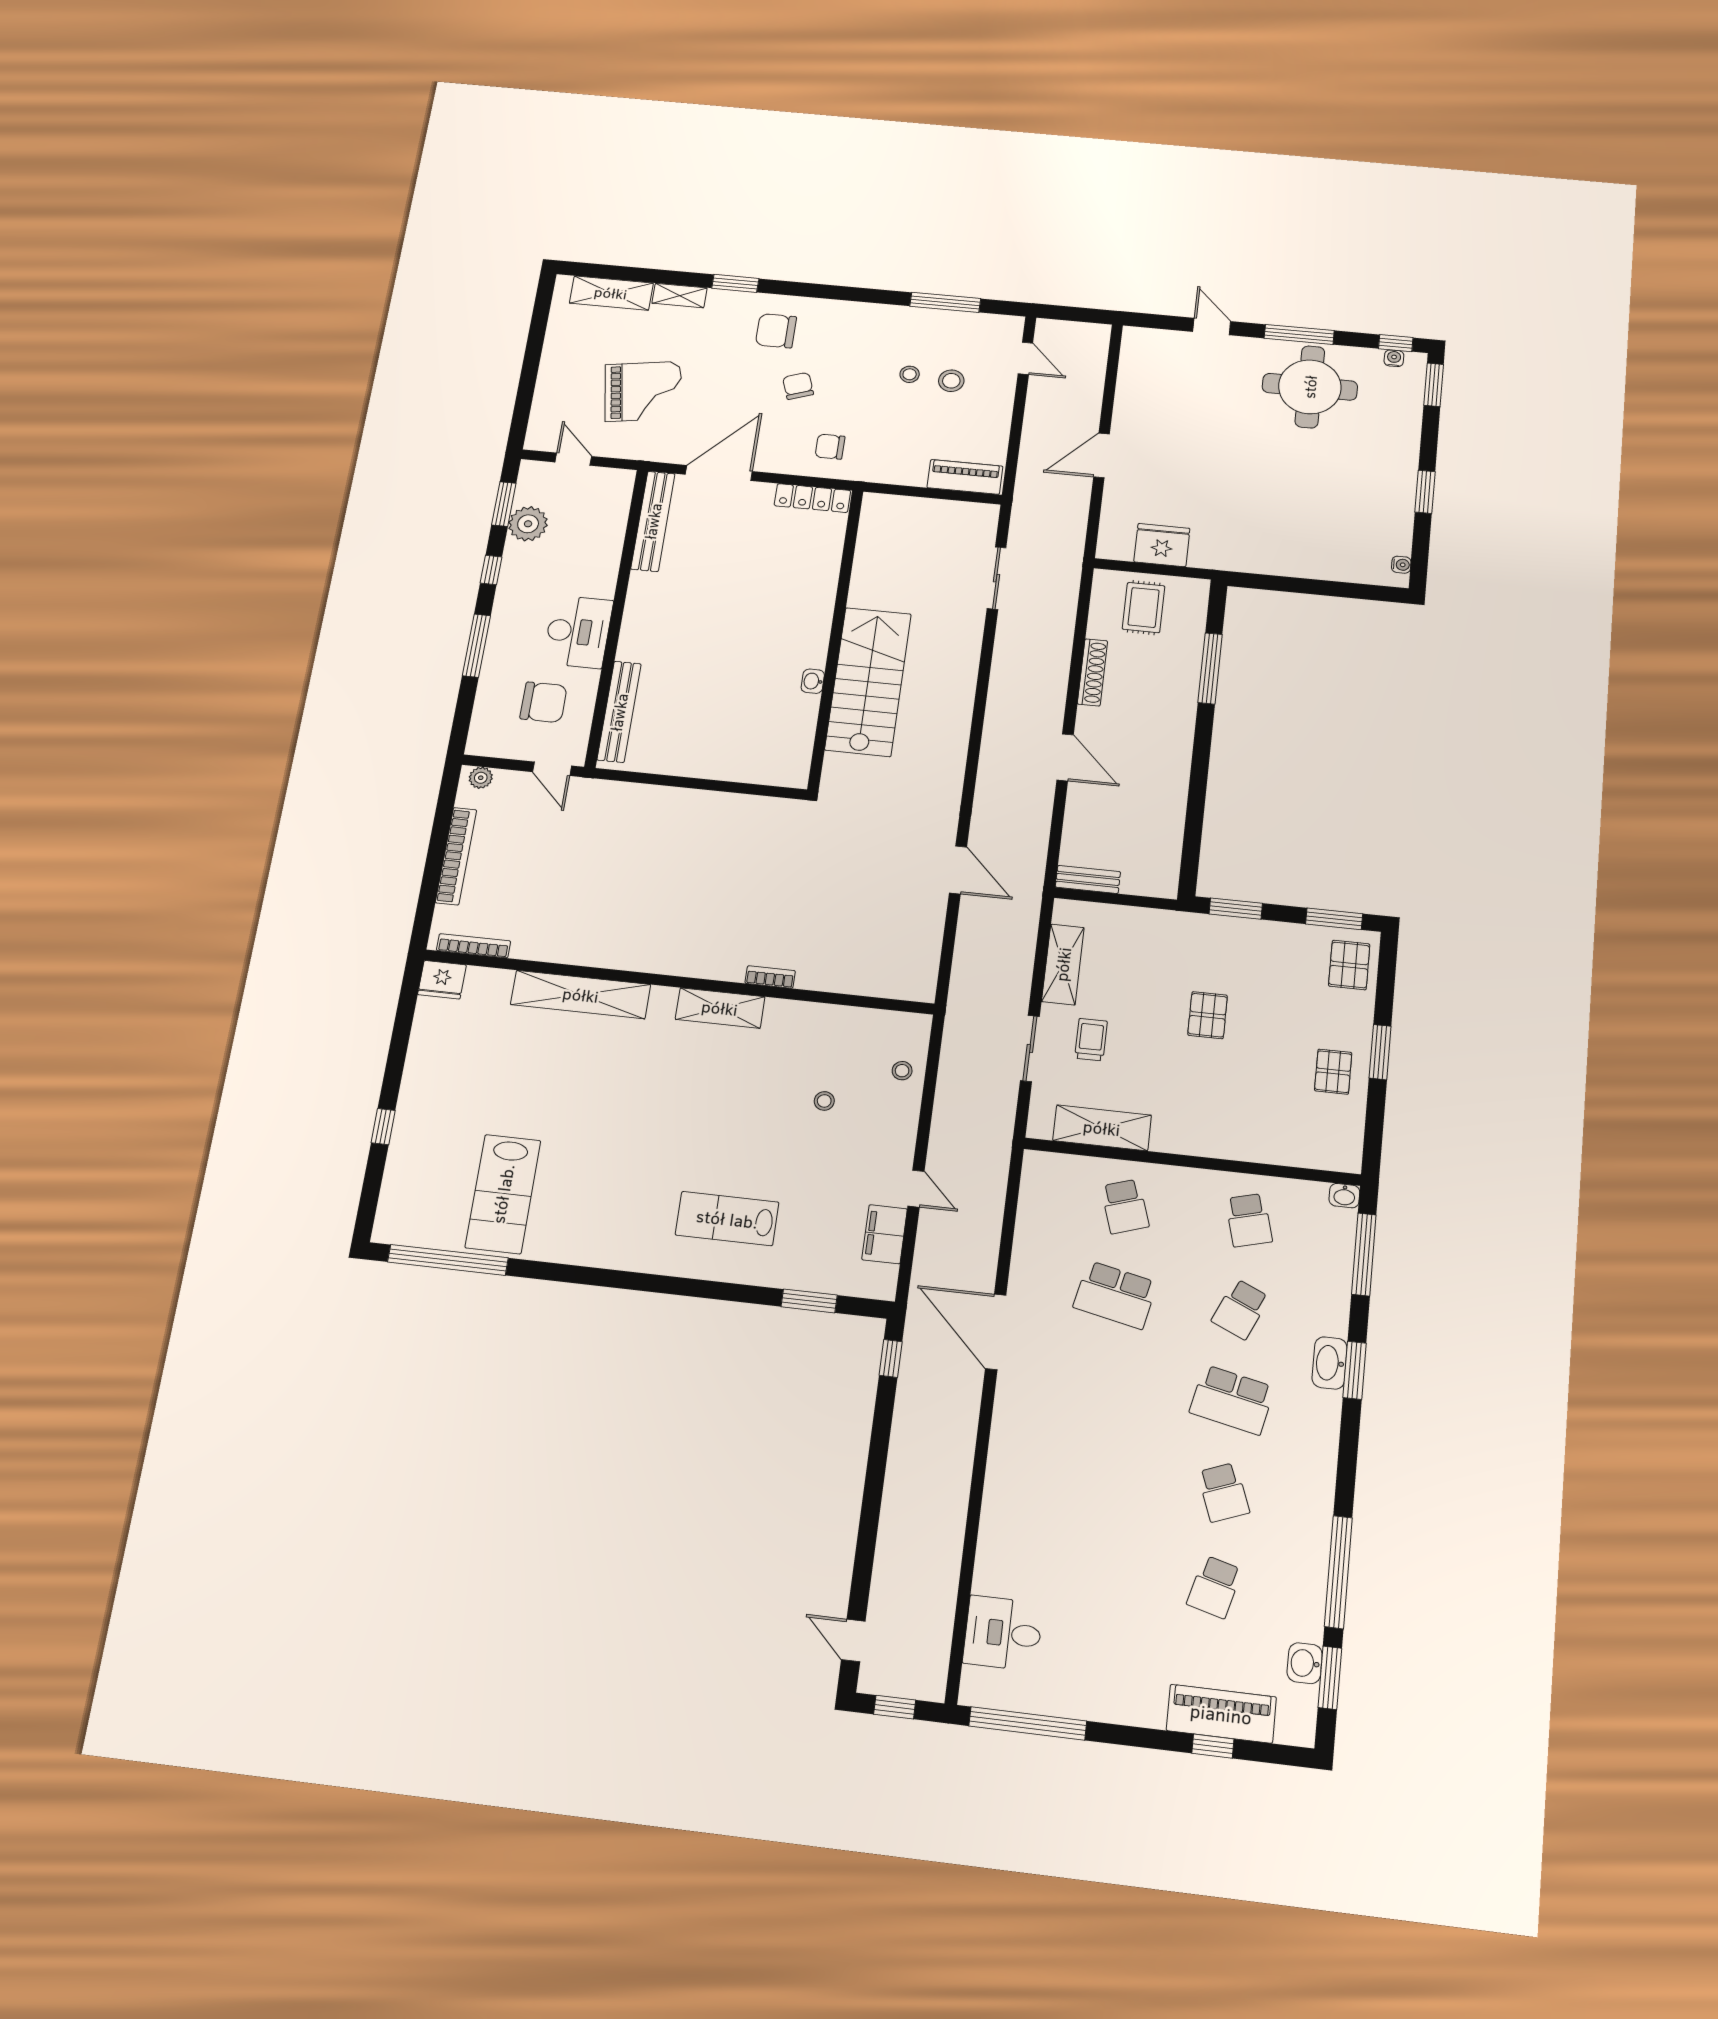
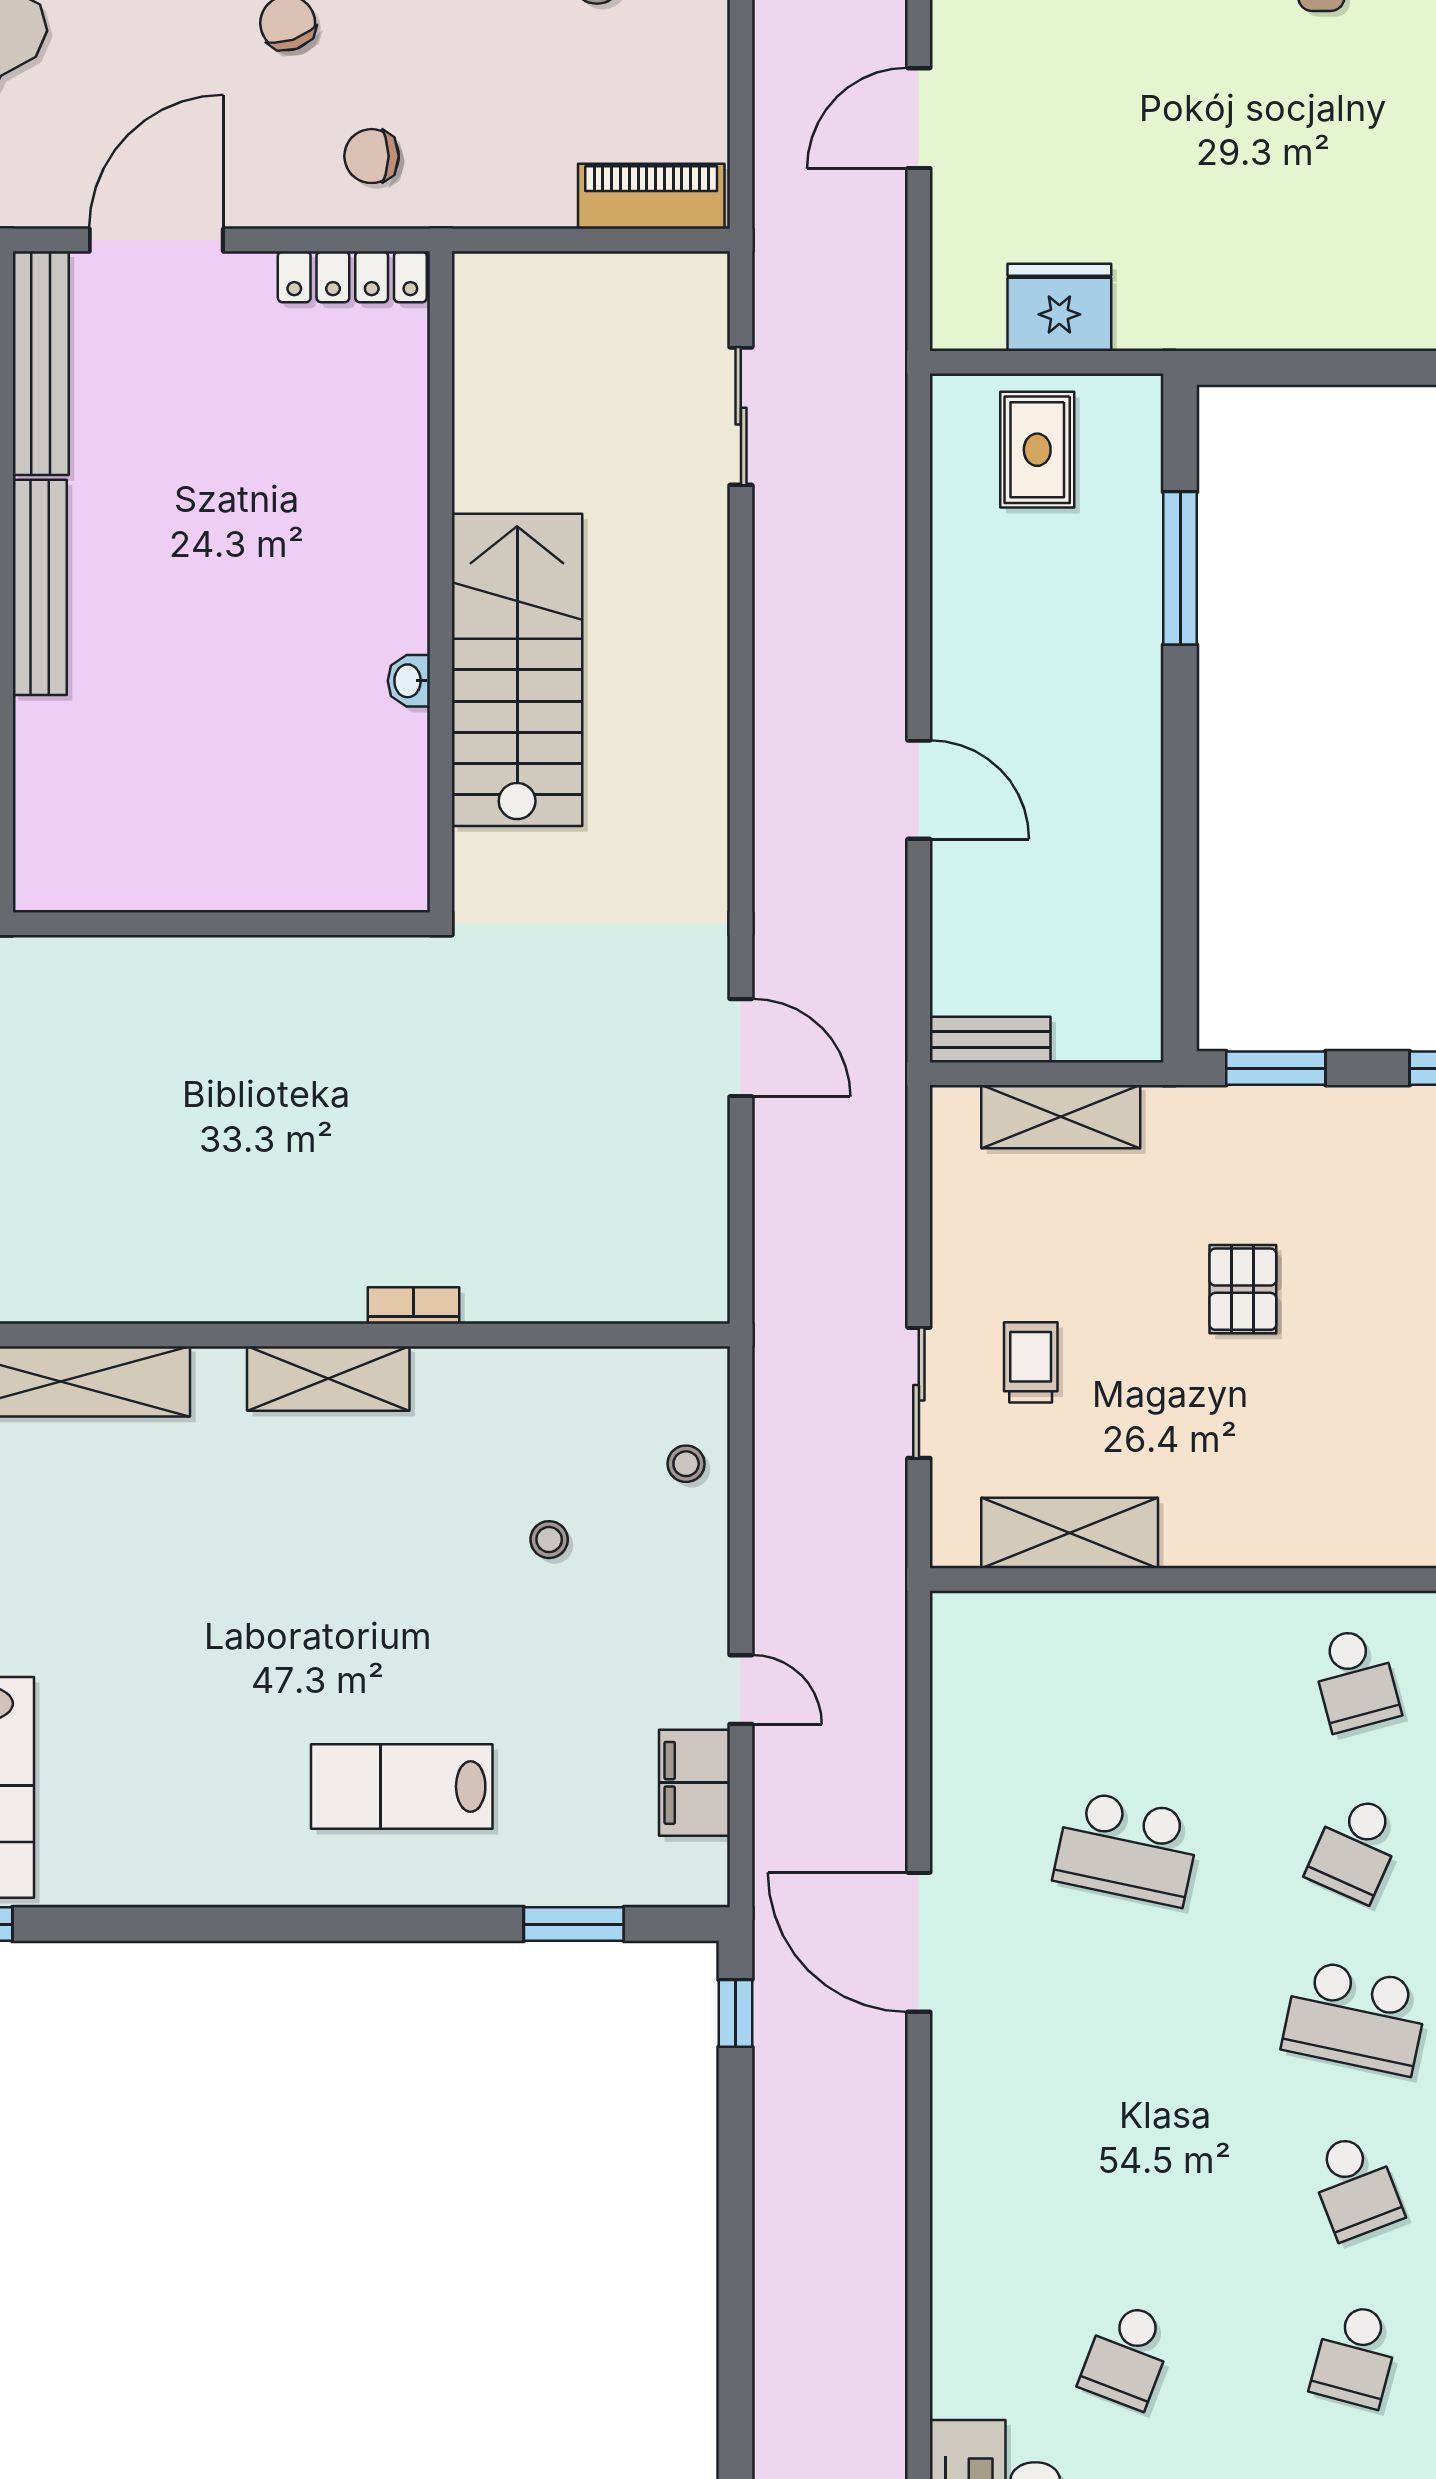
shoe rack: (1092, 672) -> (952, 602), removed
bench: (619, 712) -> (40, 587), moved
shelving: (1063, 964) -> (1061, 1117), moved, turned 90
school desk: (1125, 1206) -> (1127, 2355), moved, turned 39

